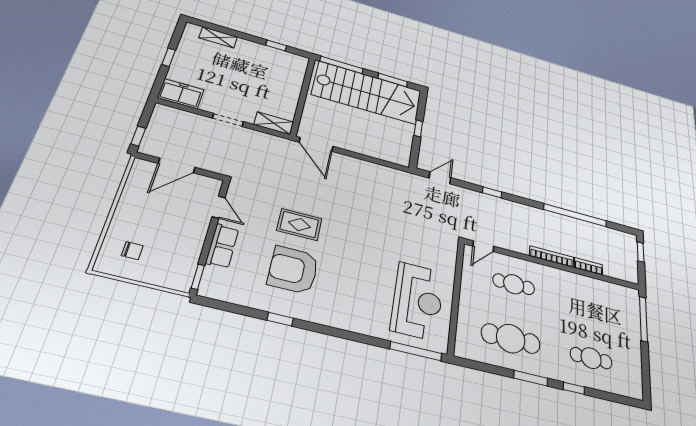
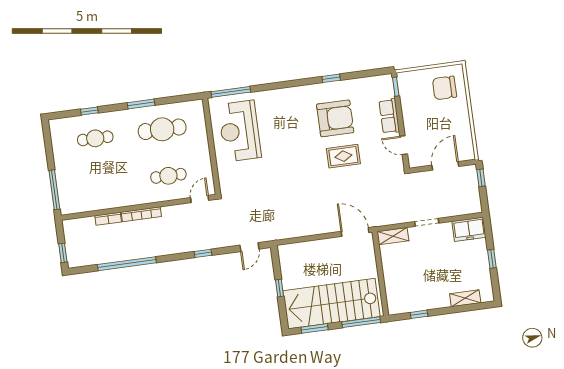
chair: (132, 251) -> (445, 88), width x1.87, depth x1.87
window: (574, 388) -> (89, 111), moved

